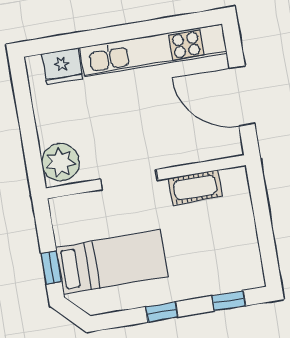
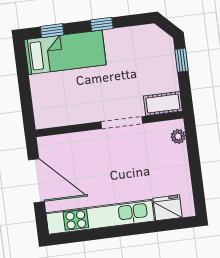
plant: (60, 162) -> (178, 136), width x0.53, depth x0.53
cot: (195, 187) -> (163, 104), moved
bed: (112, 262) -> (65, 52), moved, turned 180

